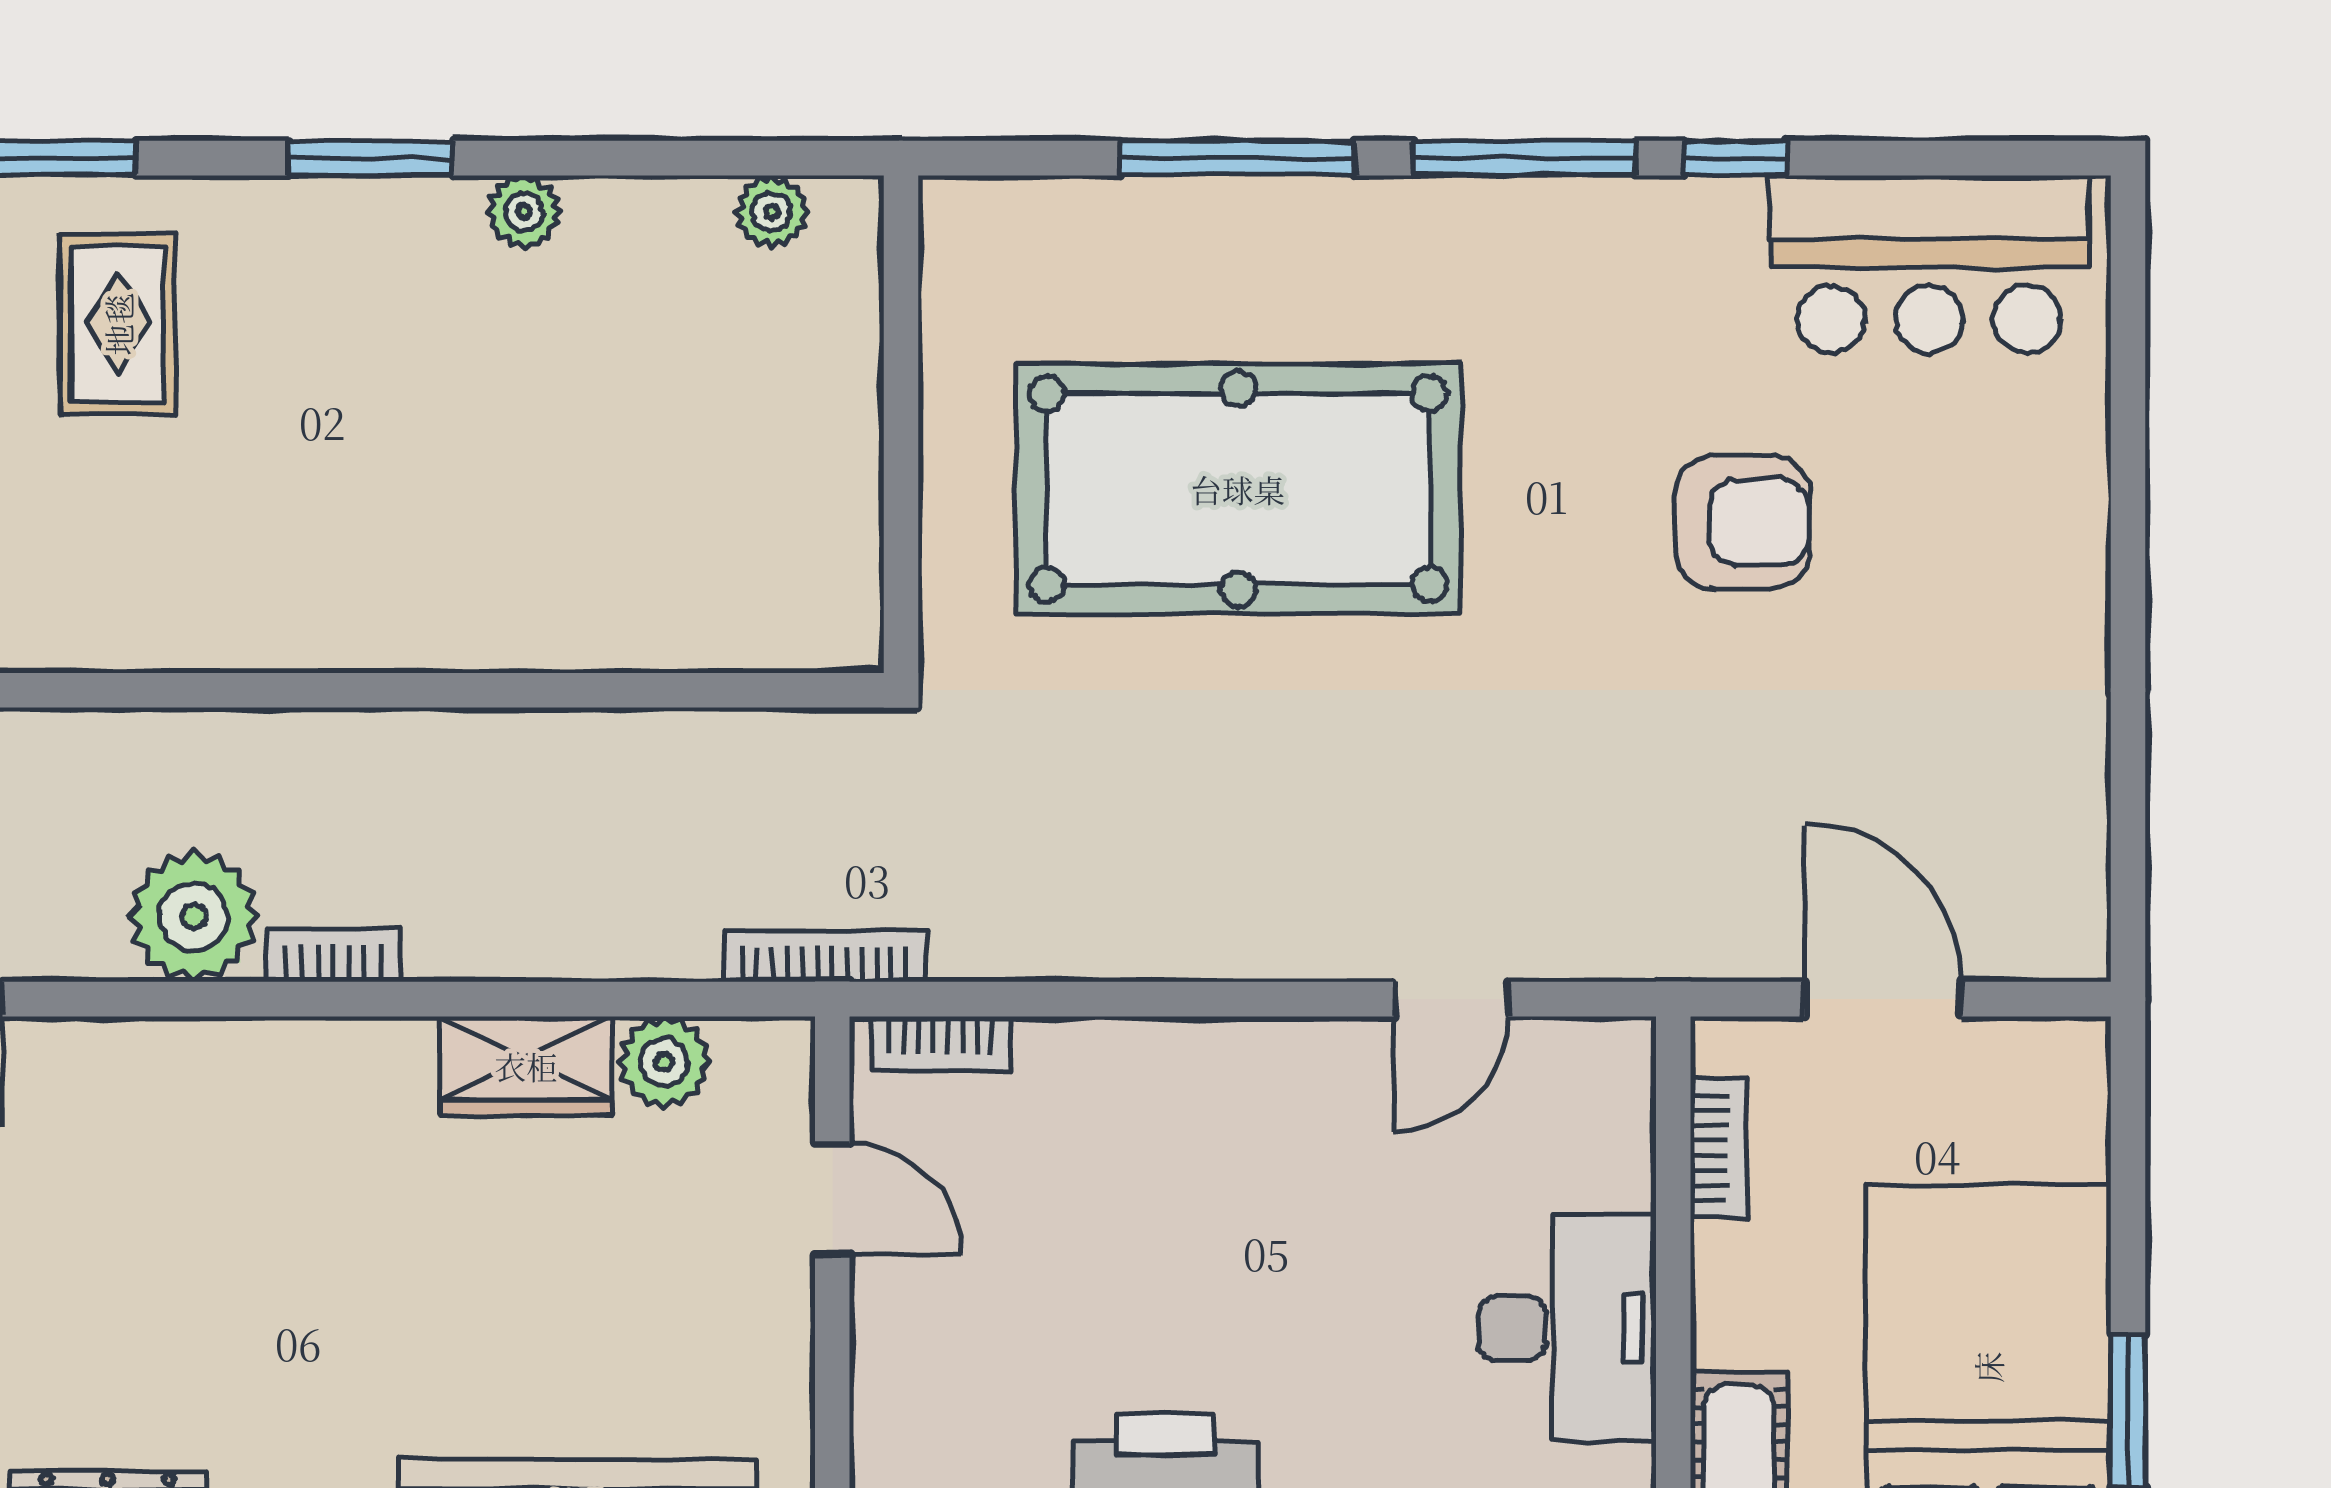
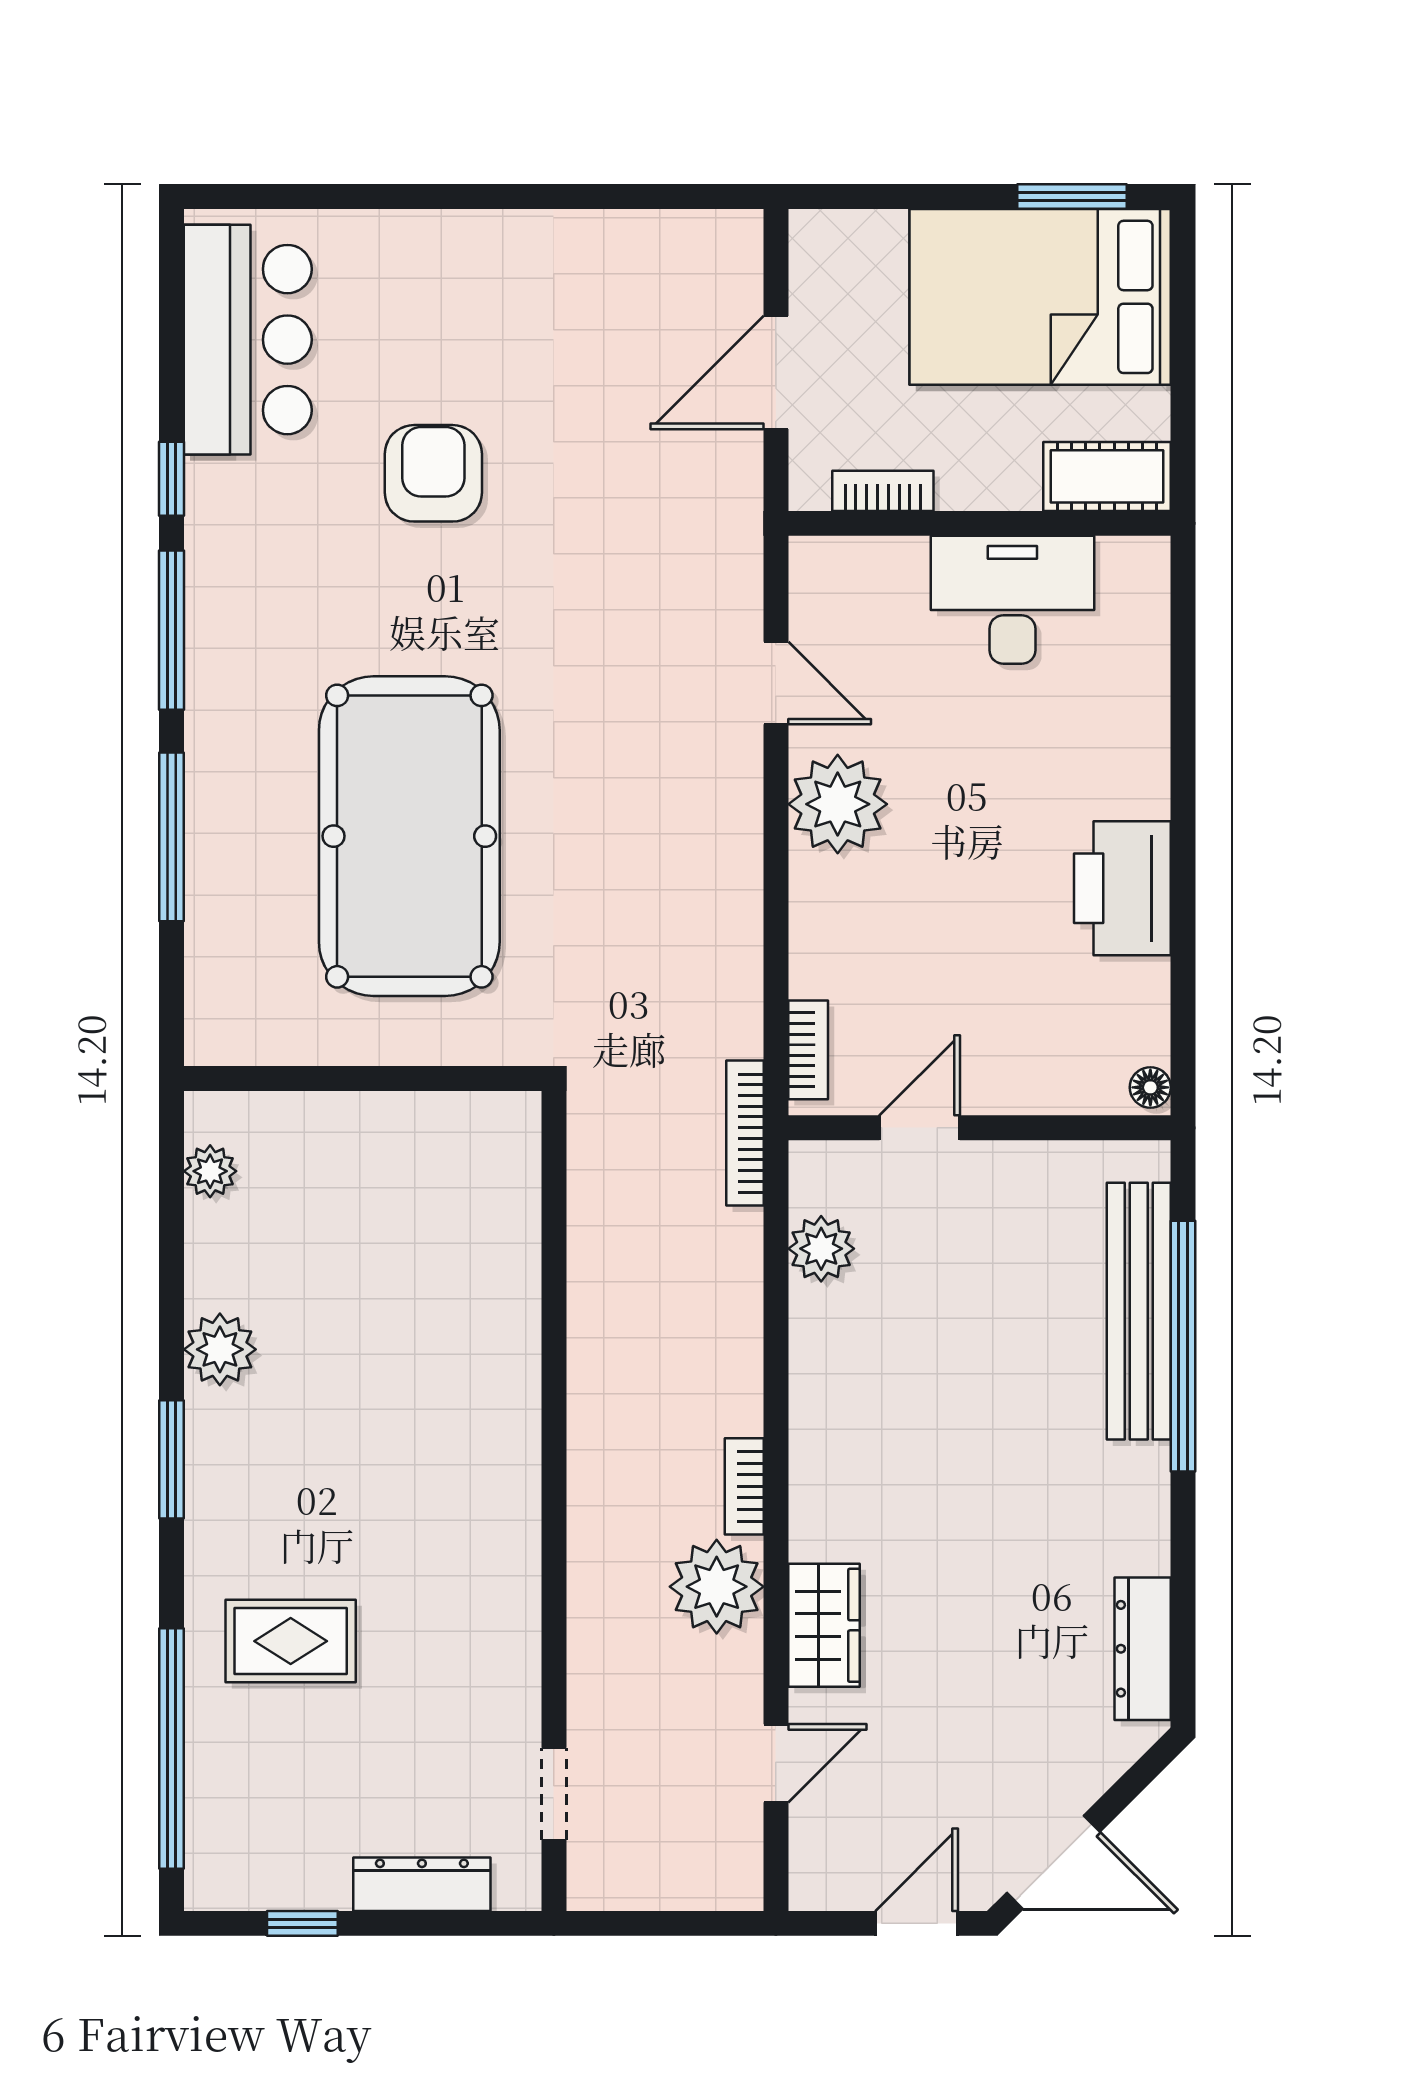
plant: (524, 212) -> (220, 1349), width x1.38, depth x1.38
wardrobe: (526, 1066) -> (824, 1625), moved
plant: (1283, 1085) -> (838, 804), added

